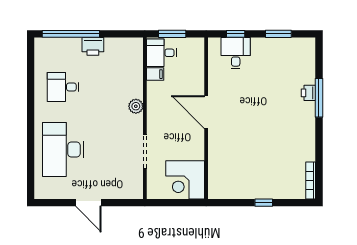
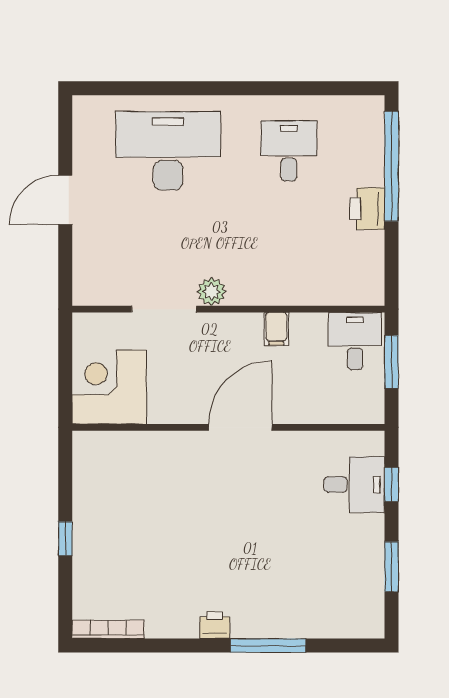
filing cabinet: (155, 74) -> (276, 329), moved
printer: (308, 93) -> (215, 625), moved
plant: (136, 106) -> (211, 292), moved

